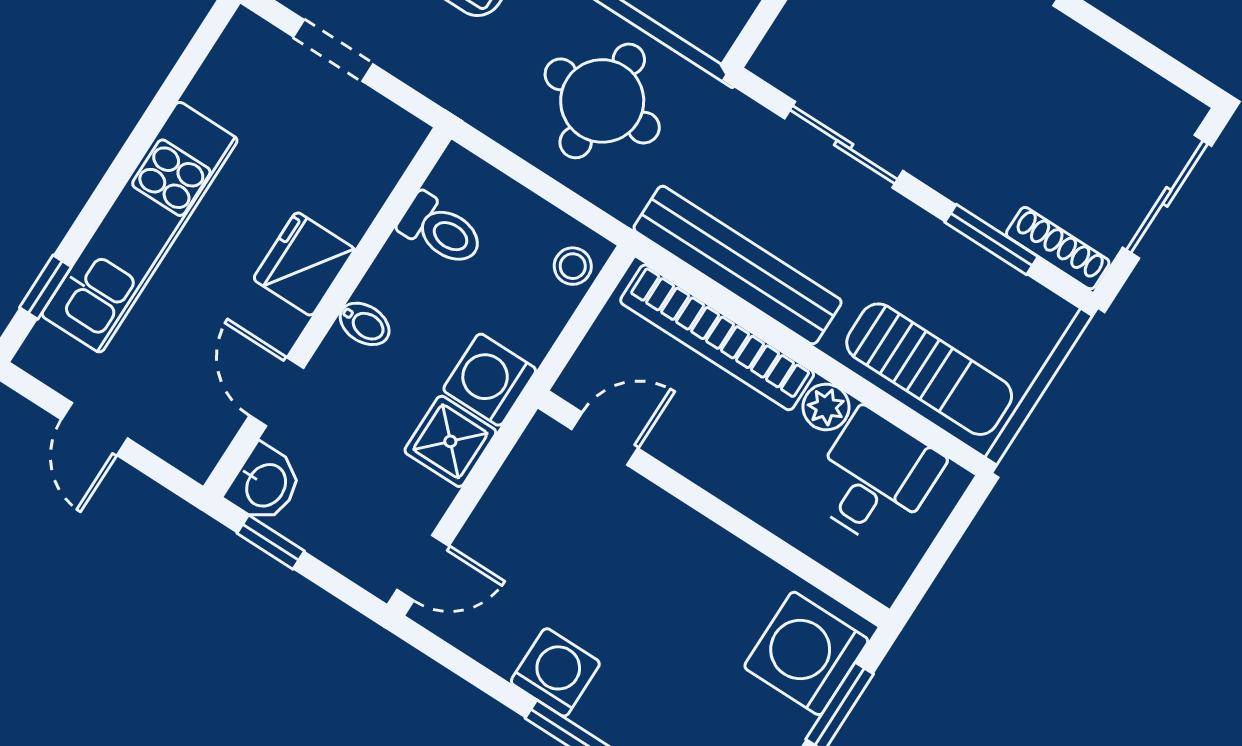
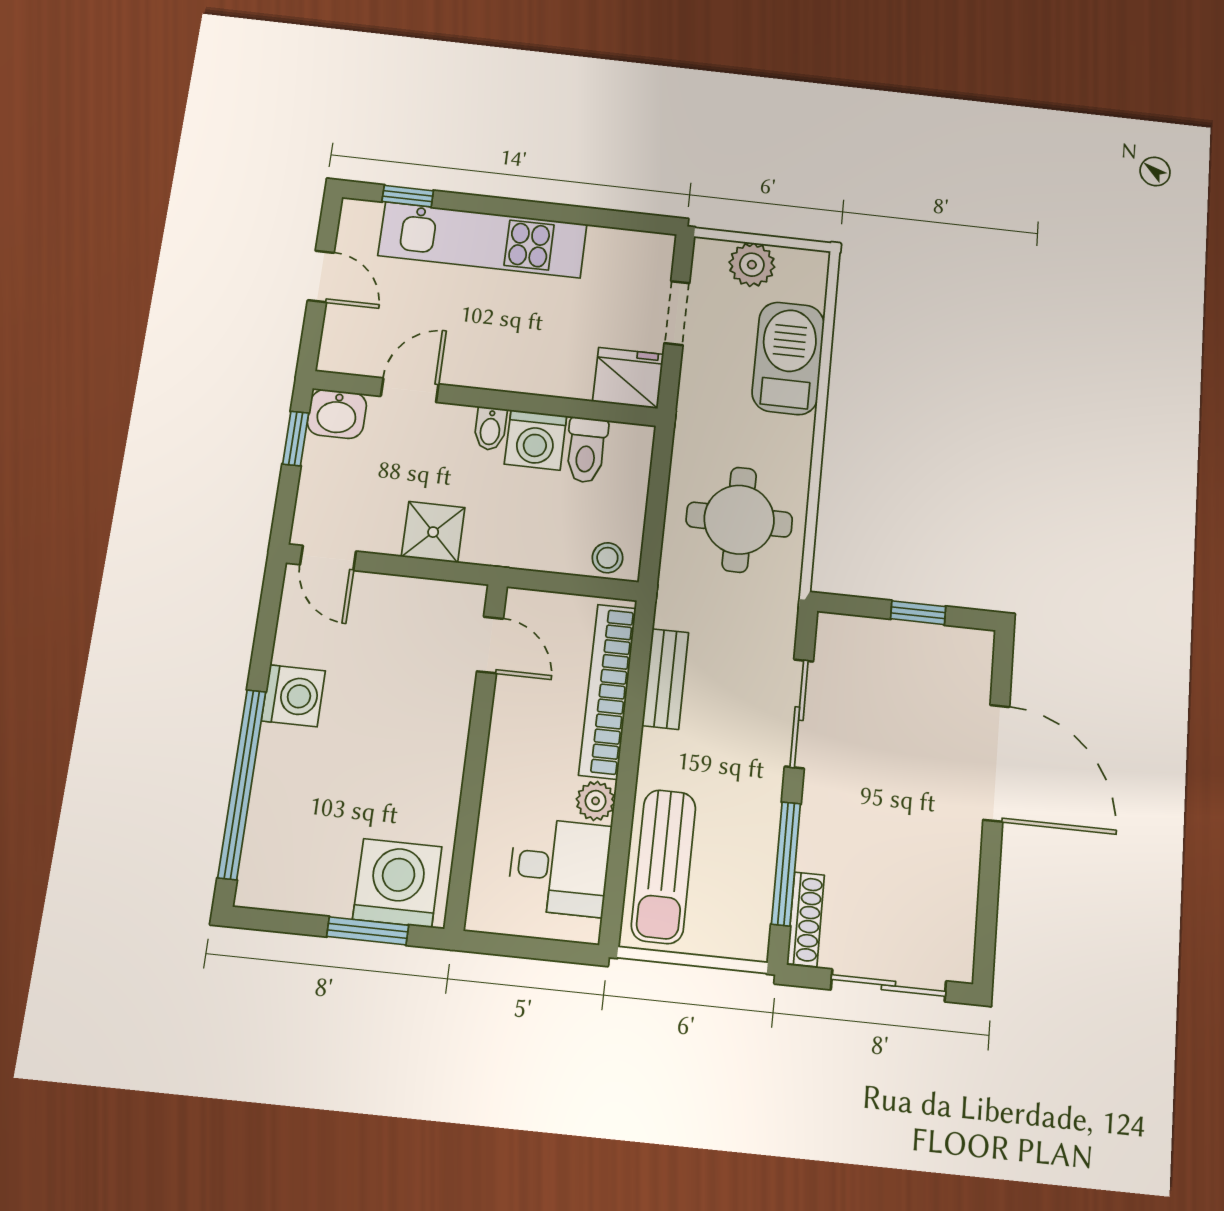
window: (991, 239) -> (786, 864), width x1.44
fridge: (304, 264) -> (628, 378), moved
bench: (738, 265) -> (665, 679), width x0.54, depth x0.82
washing machine: (490, 380) -> (536, 440), moved, turned 180
door: (95, 429) -> (321, 276), swing flipped

